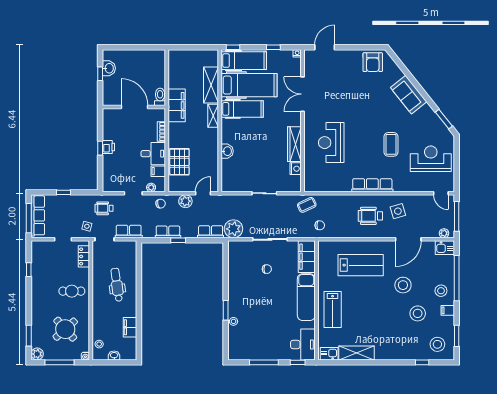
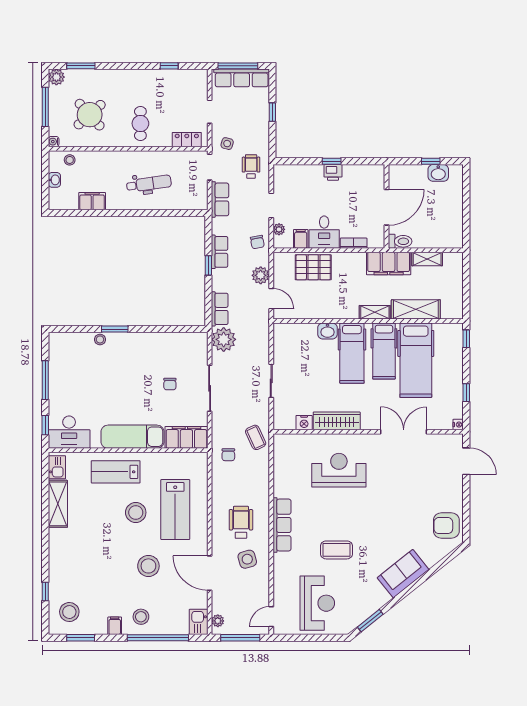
hospital bed: (244, 61) -> (352, 353), moved
shelving: (173, 77) -> (427, 259), added
stool: (418, 313) -> (136, 512), moved

